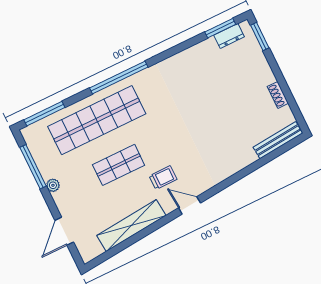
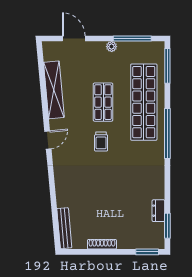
dresser: (229, 36) -> (158, 211), moved
shoe rack: (278, 95) -> (102, 244), width x1.43
trolley: (163, 178) -> (101, 142), moved

